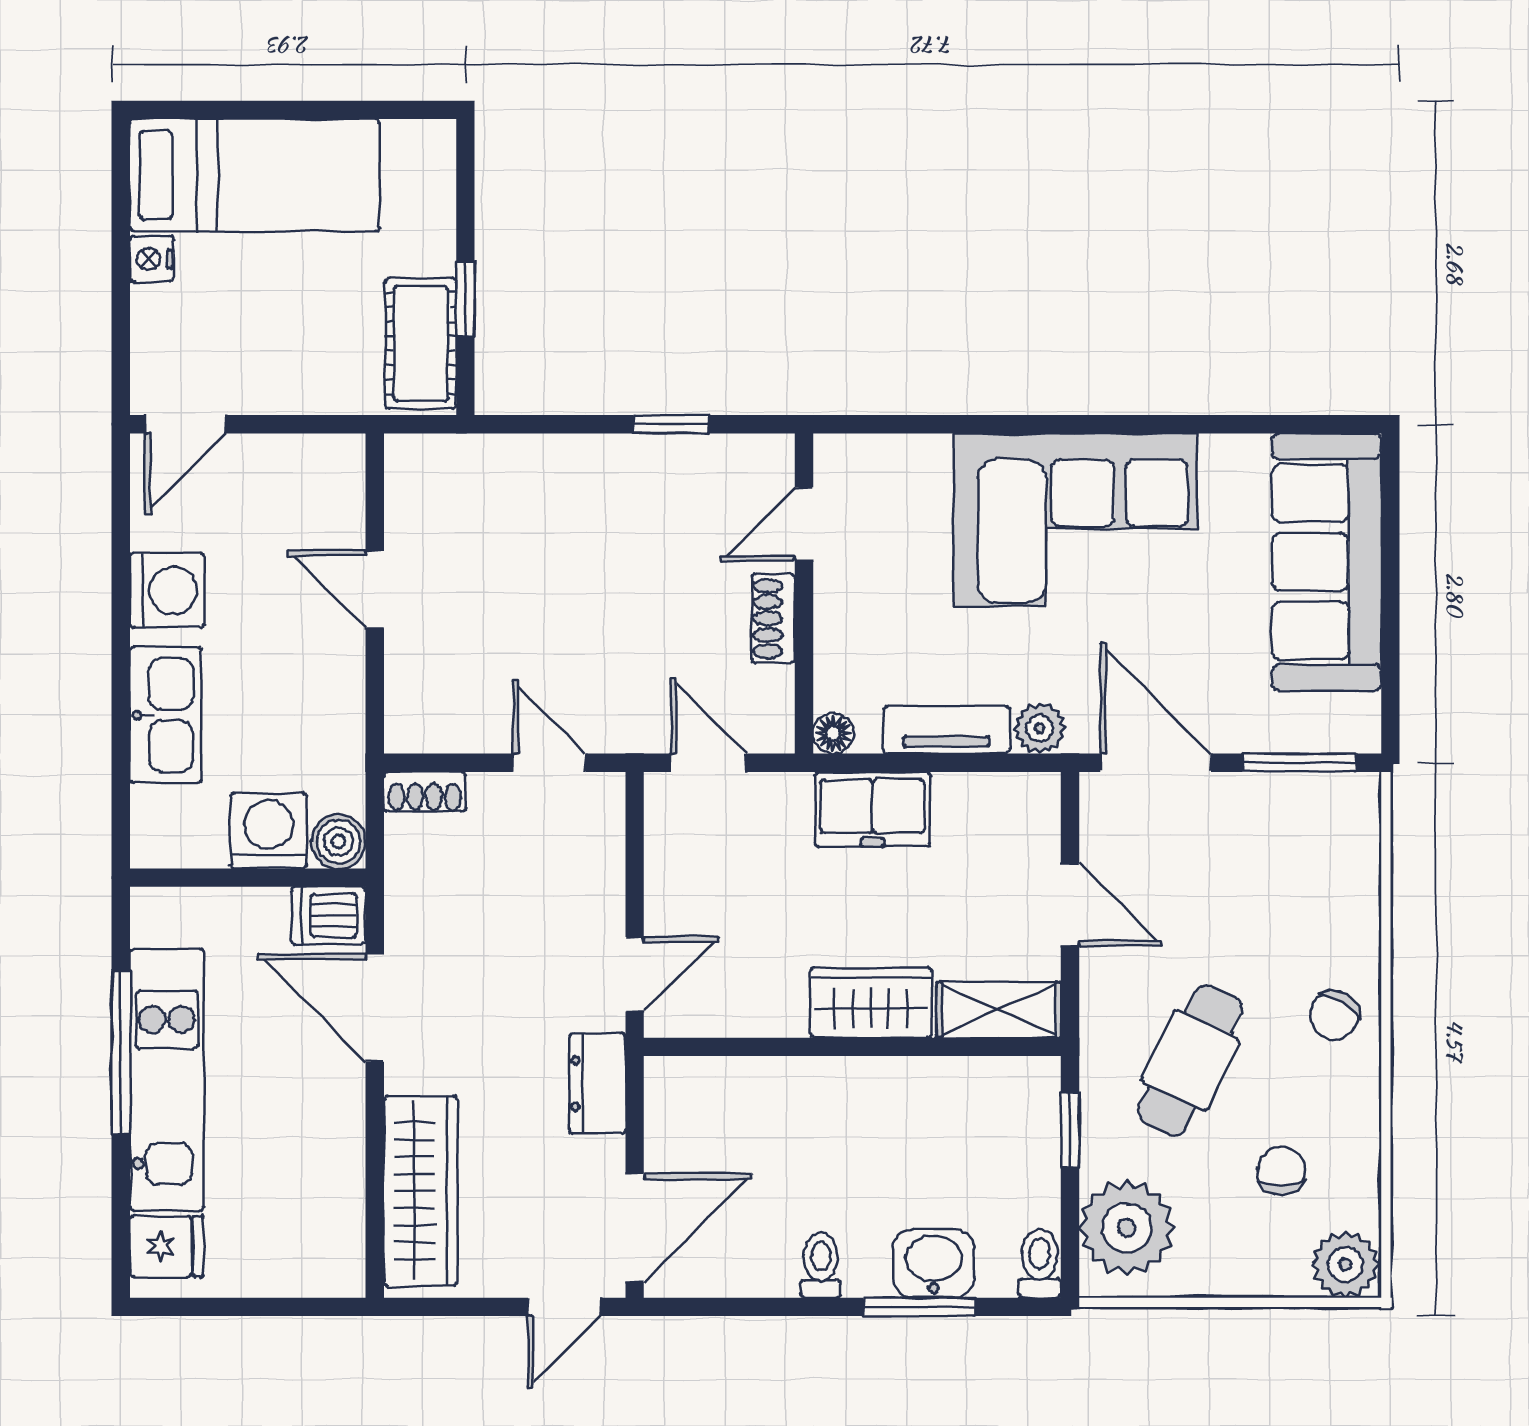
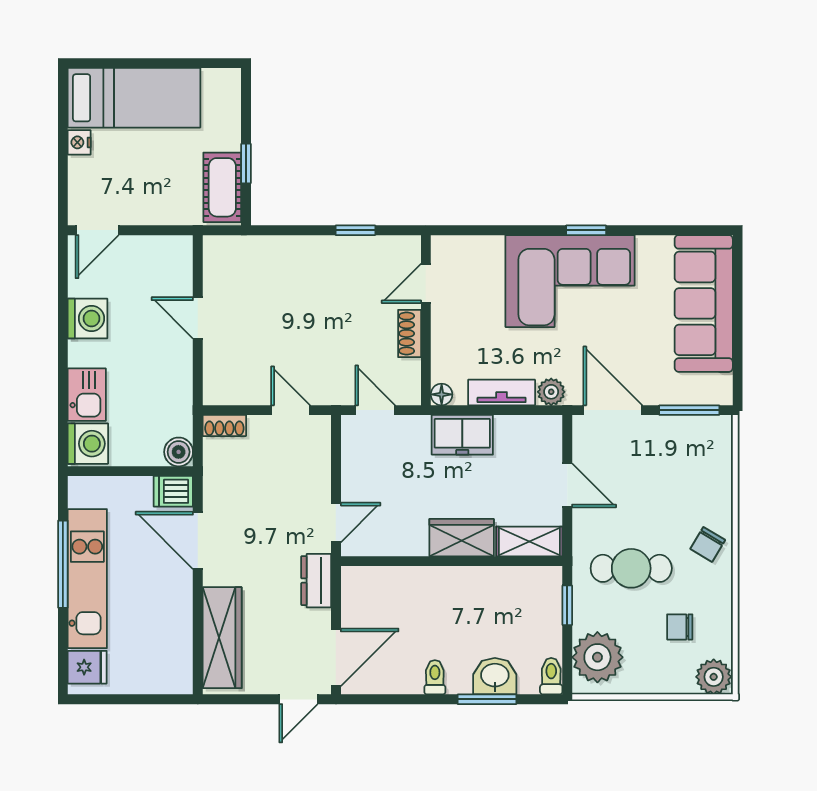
window: (1105, 424) -> (586, 230), added
kitchen sink: (166, 715) -> (87, 395), width x0.73
washing machine: (269, 831) -> (88, 444), moved, turned 90
cafe table: (1190, 1060) -> (631, 568), turned 64
chair: (1281, 1171) -> (680, 627), turned -90

